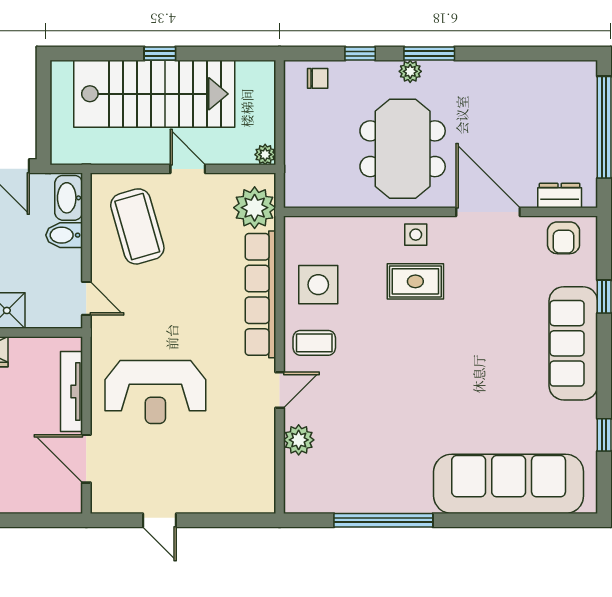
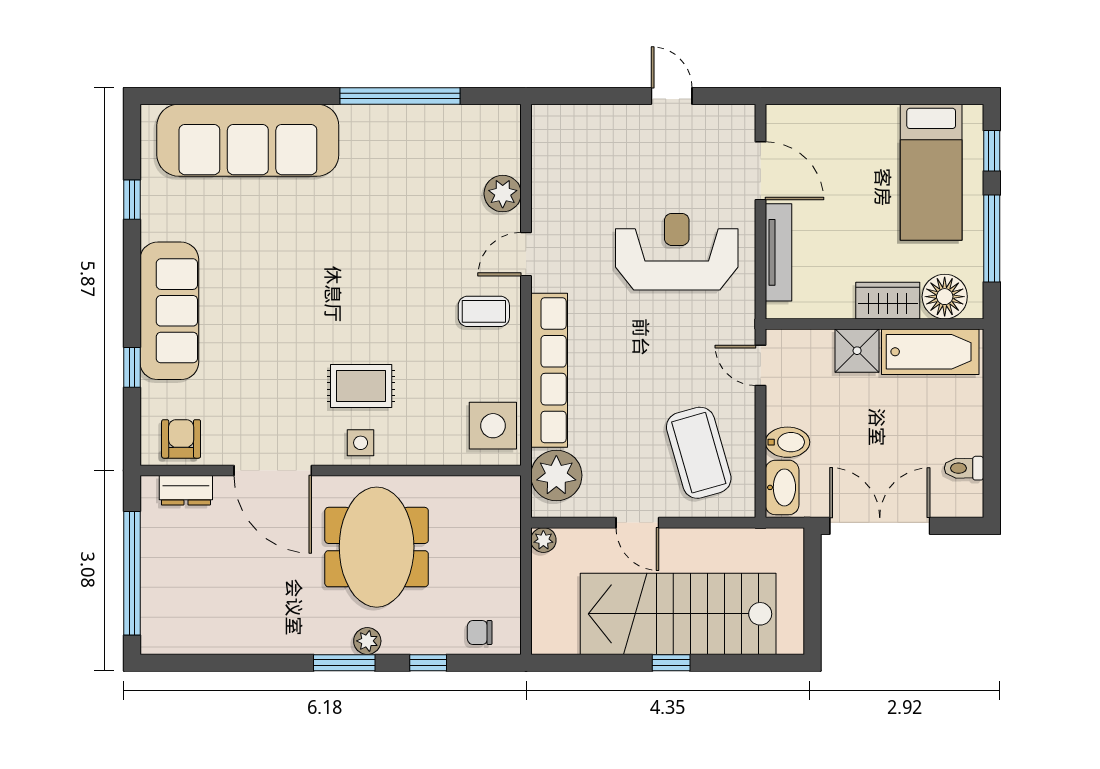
side table: (318, 285) -> (493, 426), moved

